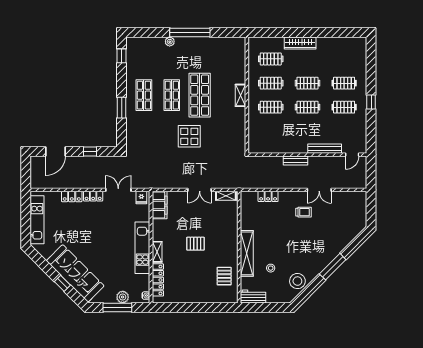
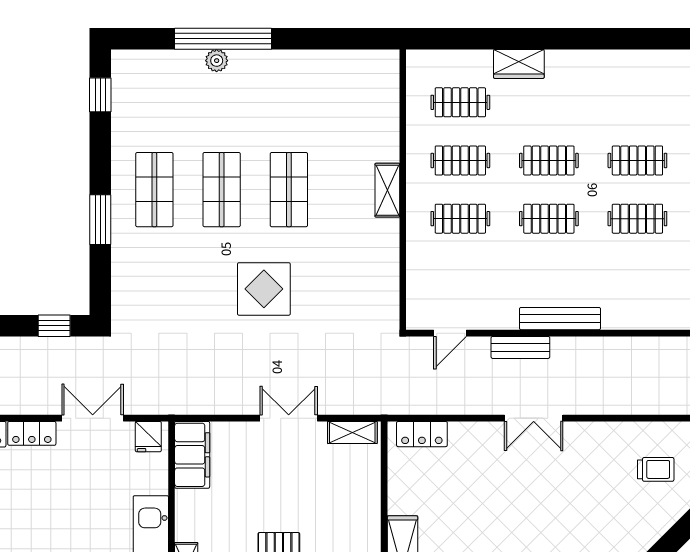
window: (190, 33) -> (223, 39), moved
wardrobe: (300, 43) -> (519, 64), width x0.67
shop shelf: (200, 95) -> (289, 190), width x0.70, depth x0.74
bench: (325, 149) -> (560, 319), moved
window: (90, 152) -> (54, 326), moved
door: (352, 155) -> (450, 333), moved
double door: (200, 190) -> (289, 418), swing flipped
double door: (319, 190) -> (534, 418), moved
locker: (268, 196) -> (422, 434), moved
trolley: (304, 212) -> (656, 469), moved

